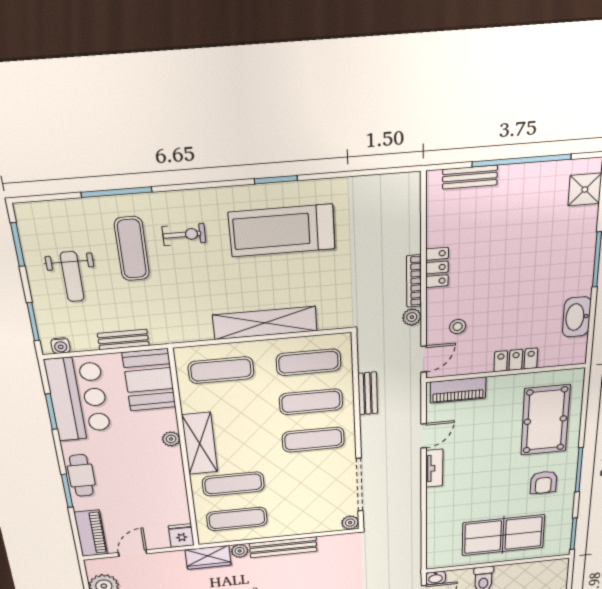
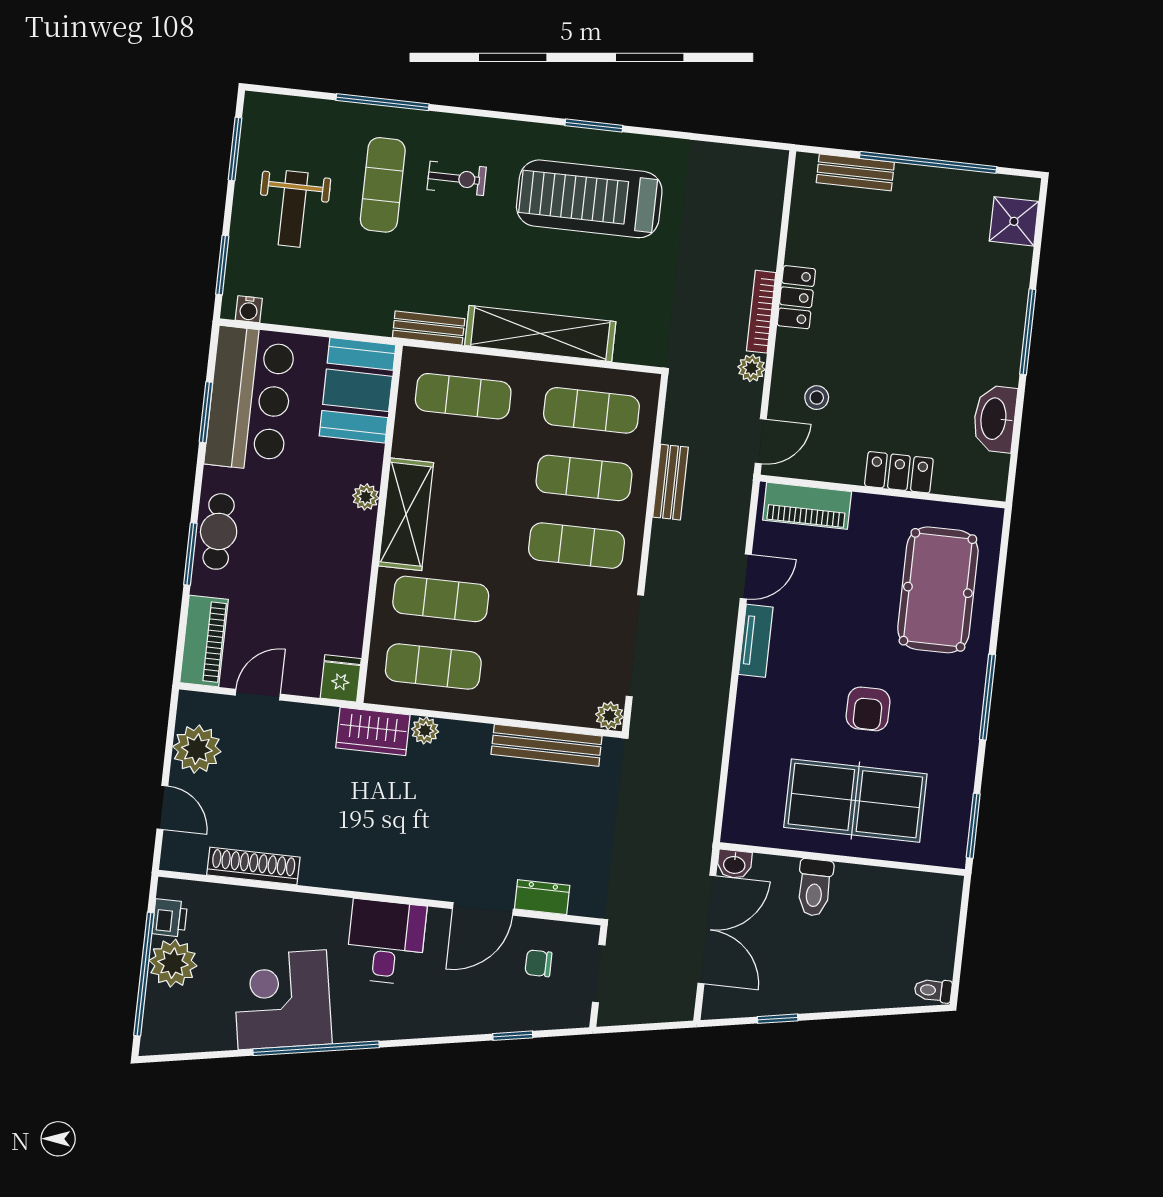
bench: (123, 339) -> (429, 328), moved
armchair: (544, 482) -> (868, 709), moved
bench: (283, 547) -> (547, 745), moved

